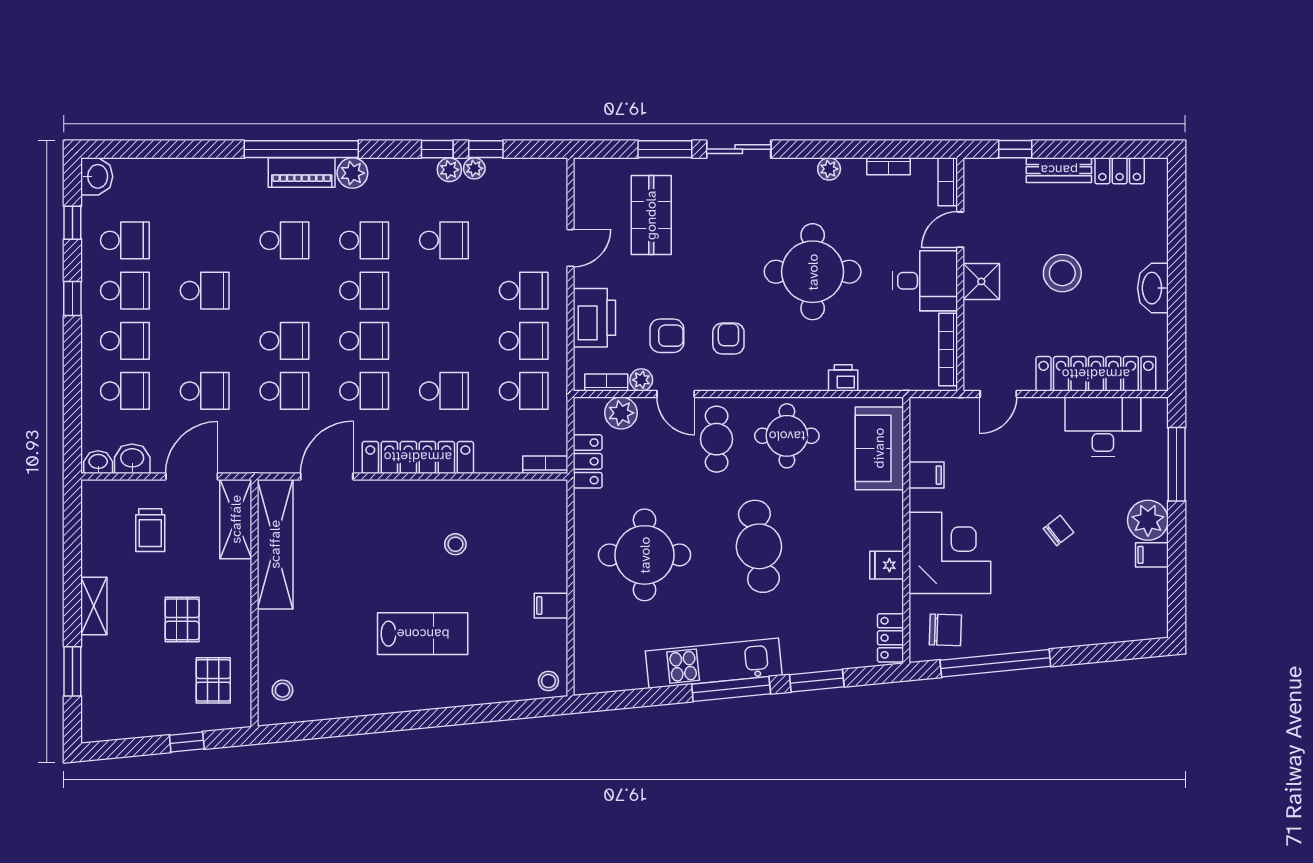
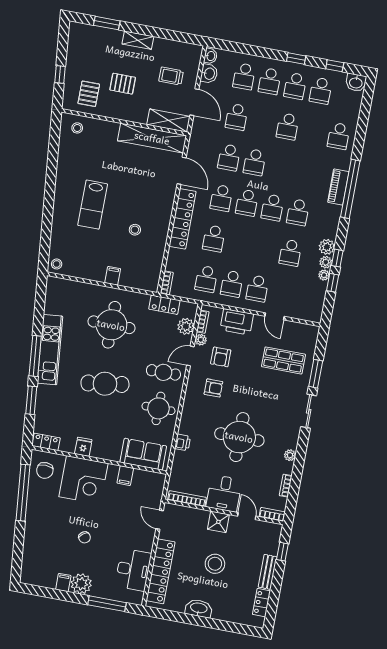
plant: (352, 173) -> (327, 247), moved
school desk: (284, 240) -> (339, 136), moved
filing cabinet: (551, 606) -> (113, 276), moved
pallet: (213, 680) -> (89, 94), turned 90

